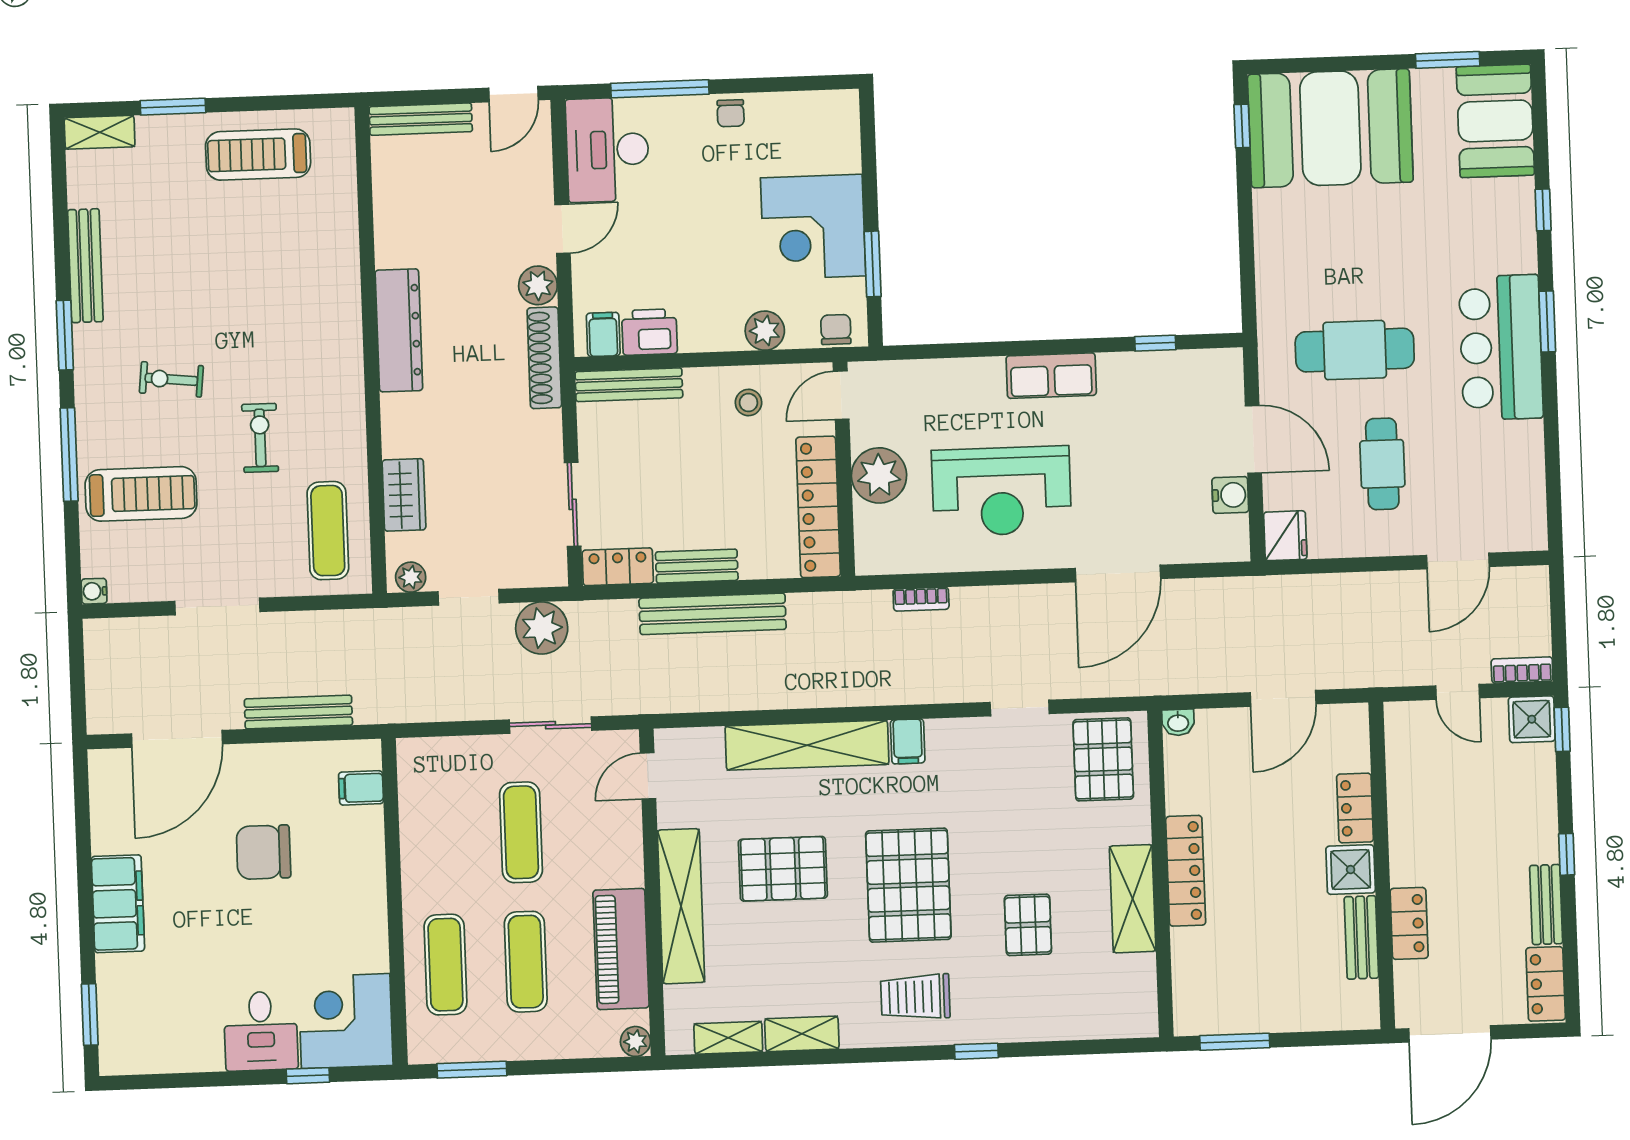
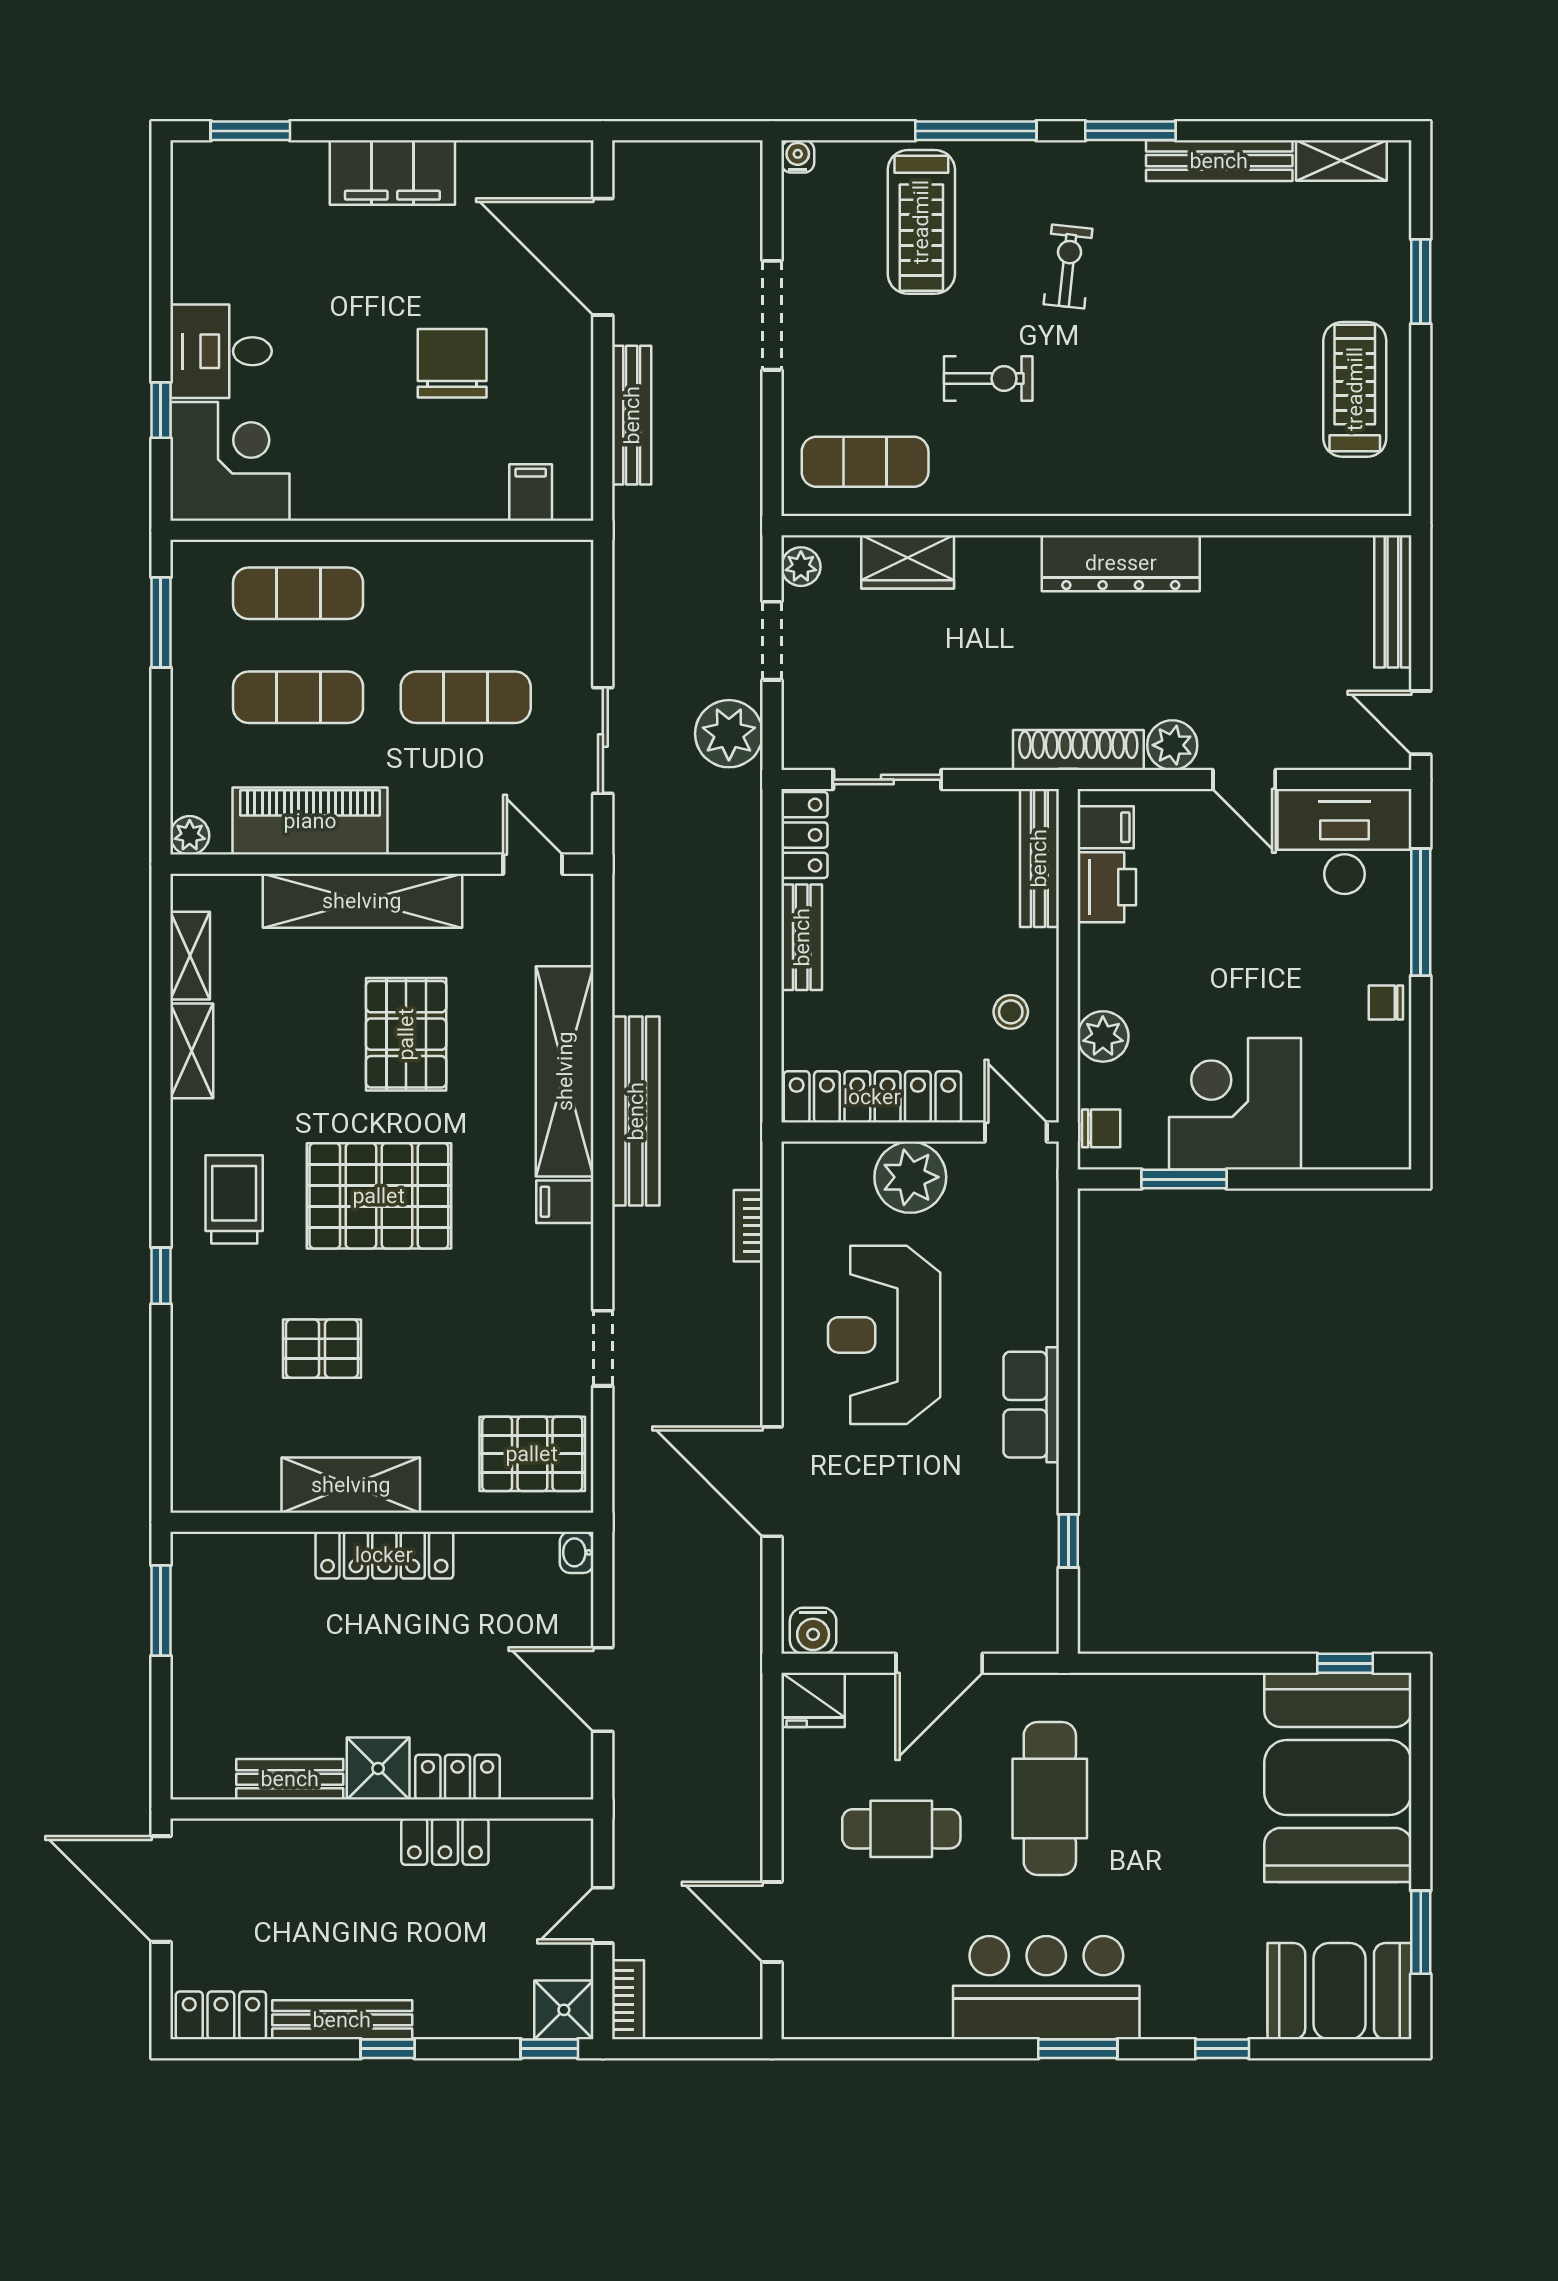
shelving: (100, 132) -> (1341, 161), moved, turned 90
water cooler: (1230, 495) -> (813, 1631), moved
bench: (713, 614) -> (636, 1111), moved
bench: (1546, 905) -> (342, 2020), width x1.36
locker: (1409, 923) -> (445, 1842), moved

